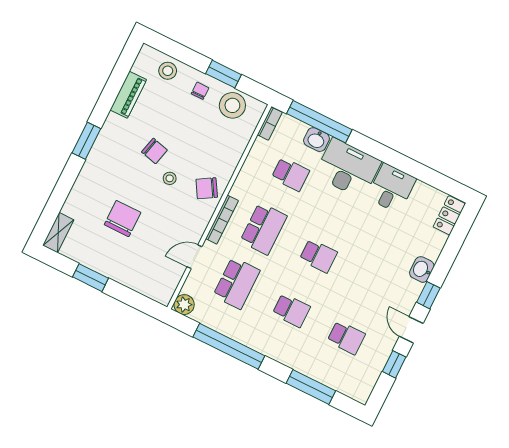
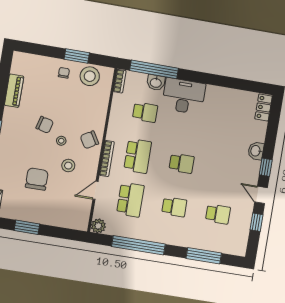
stool: (168, 71) -> (68, 166), moved
desk: (391, 188) -> (218, 101), removed

